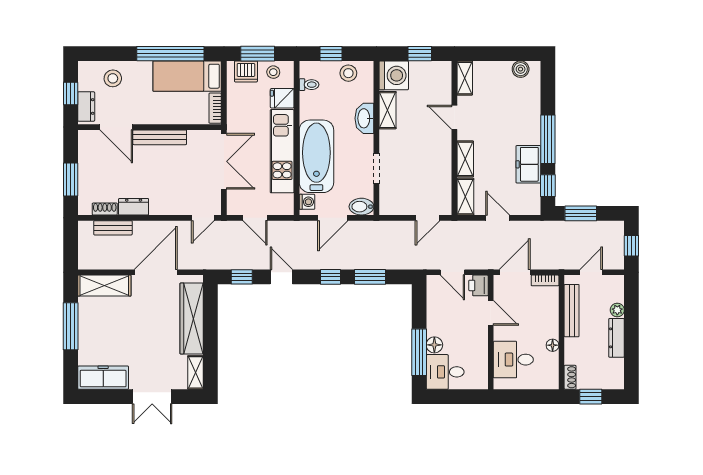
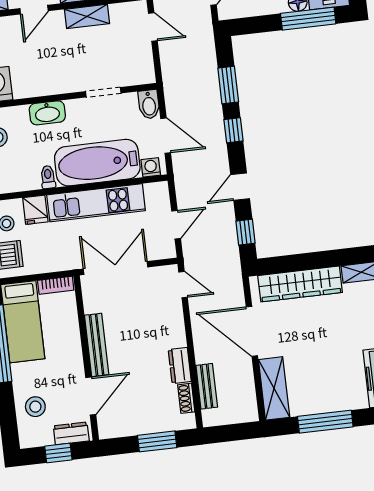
toilet: (309, 85) -> (48, 177), moved
shelving: (388, 110) -> (87, 16), moved

